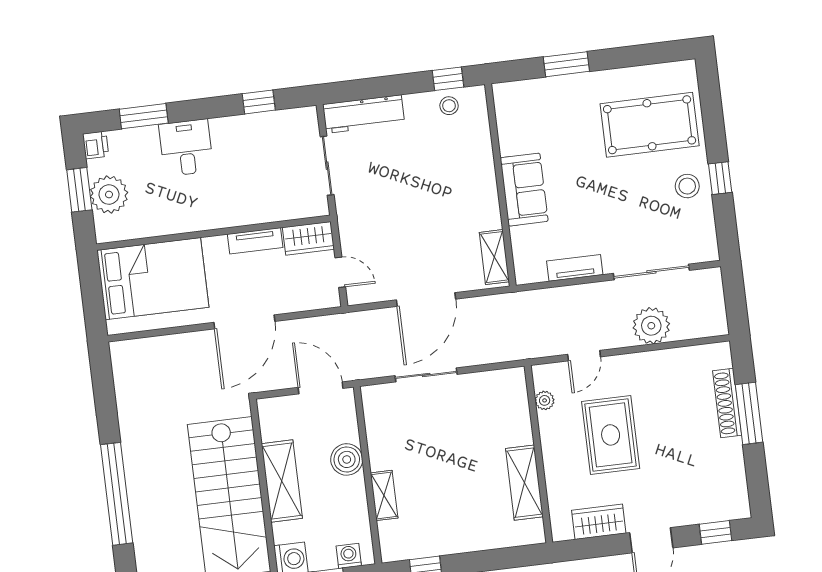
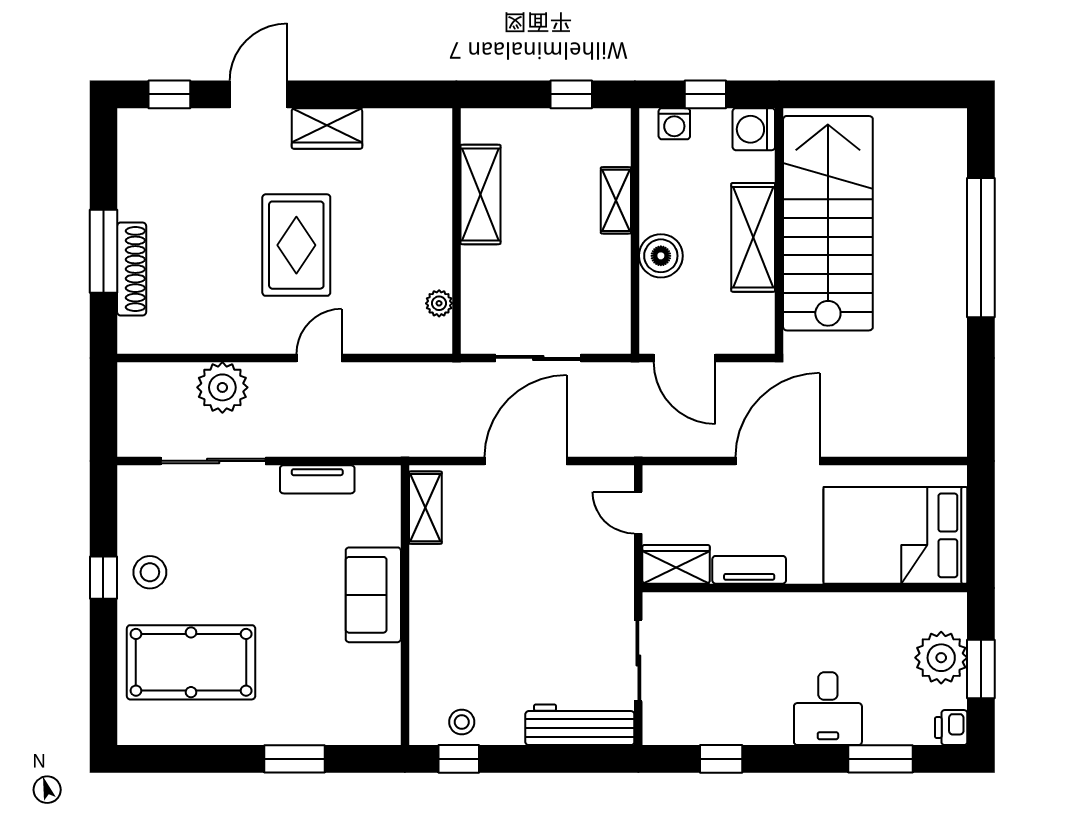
plant: (545, 400) -> (439, 303), moved
wall: (538, 454) -> (456, 231), moved
shelving: (524, 483) -> (480, 194), moved

